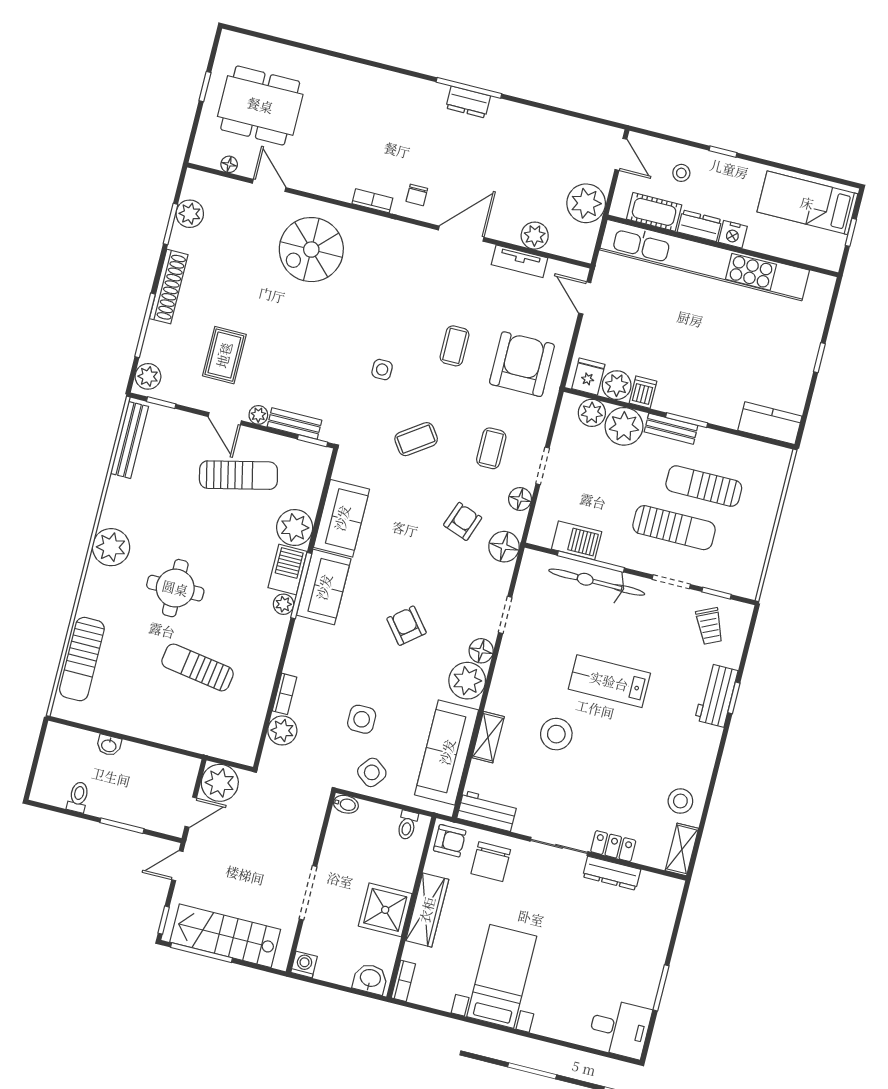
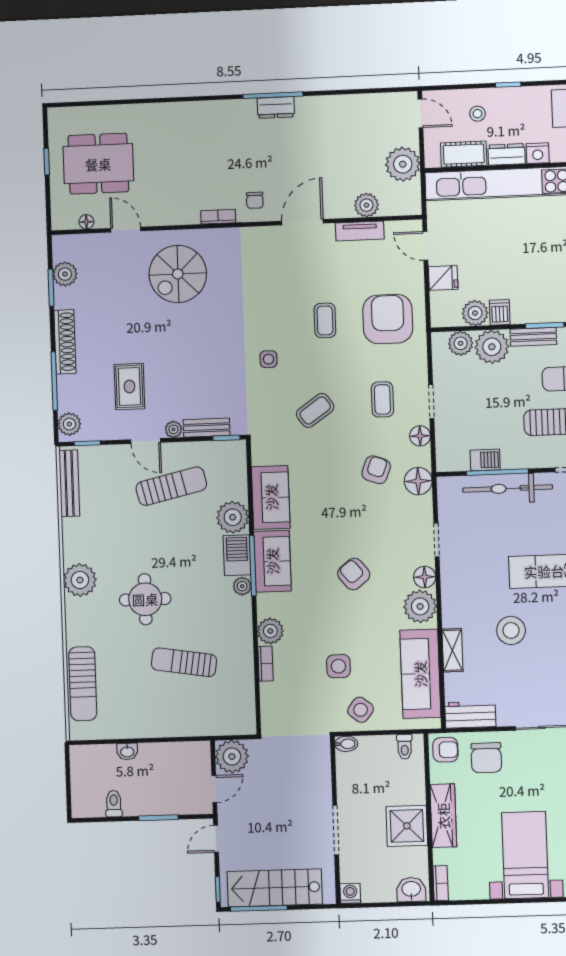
fridge: (588, 377) -> (443, 278), moved, turned 90
barbecue: (577, 540) -> (485, 460), width x0.73, depth x0.79
plant: (282, 730) -> (270, 631), moved

